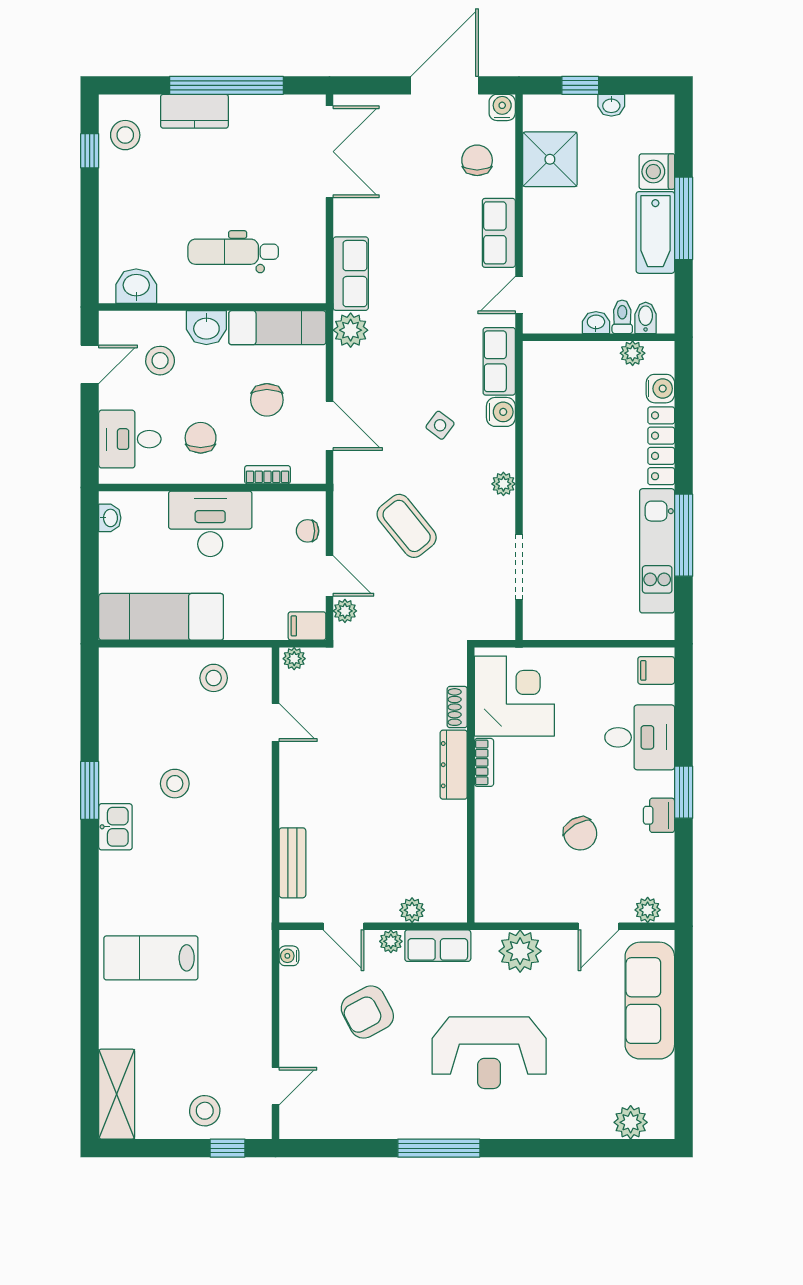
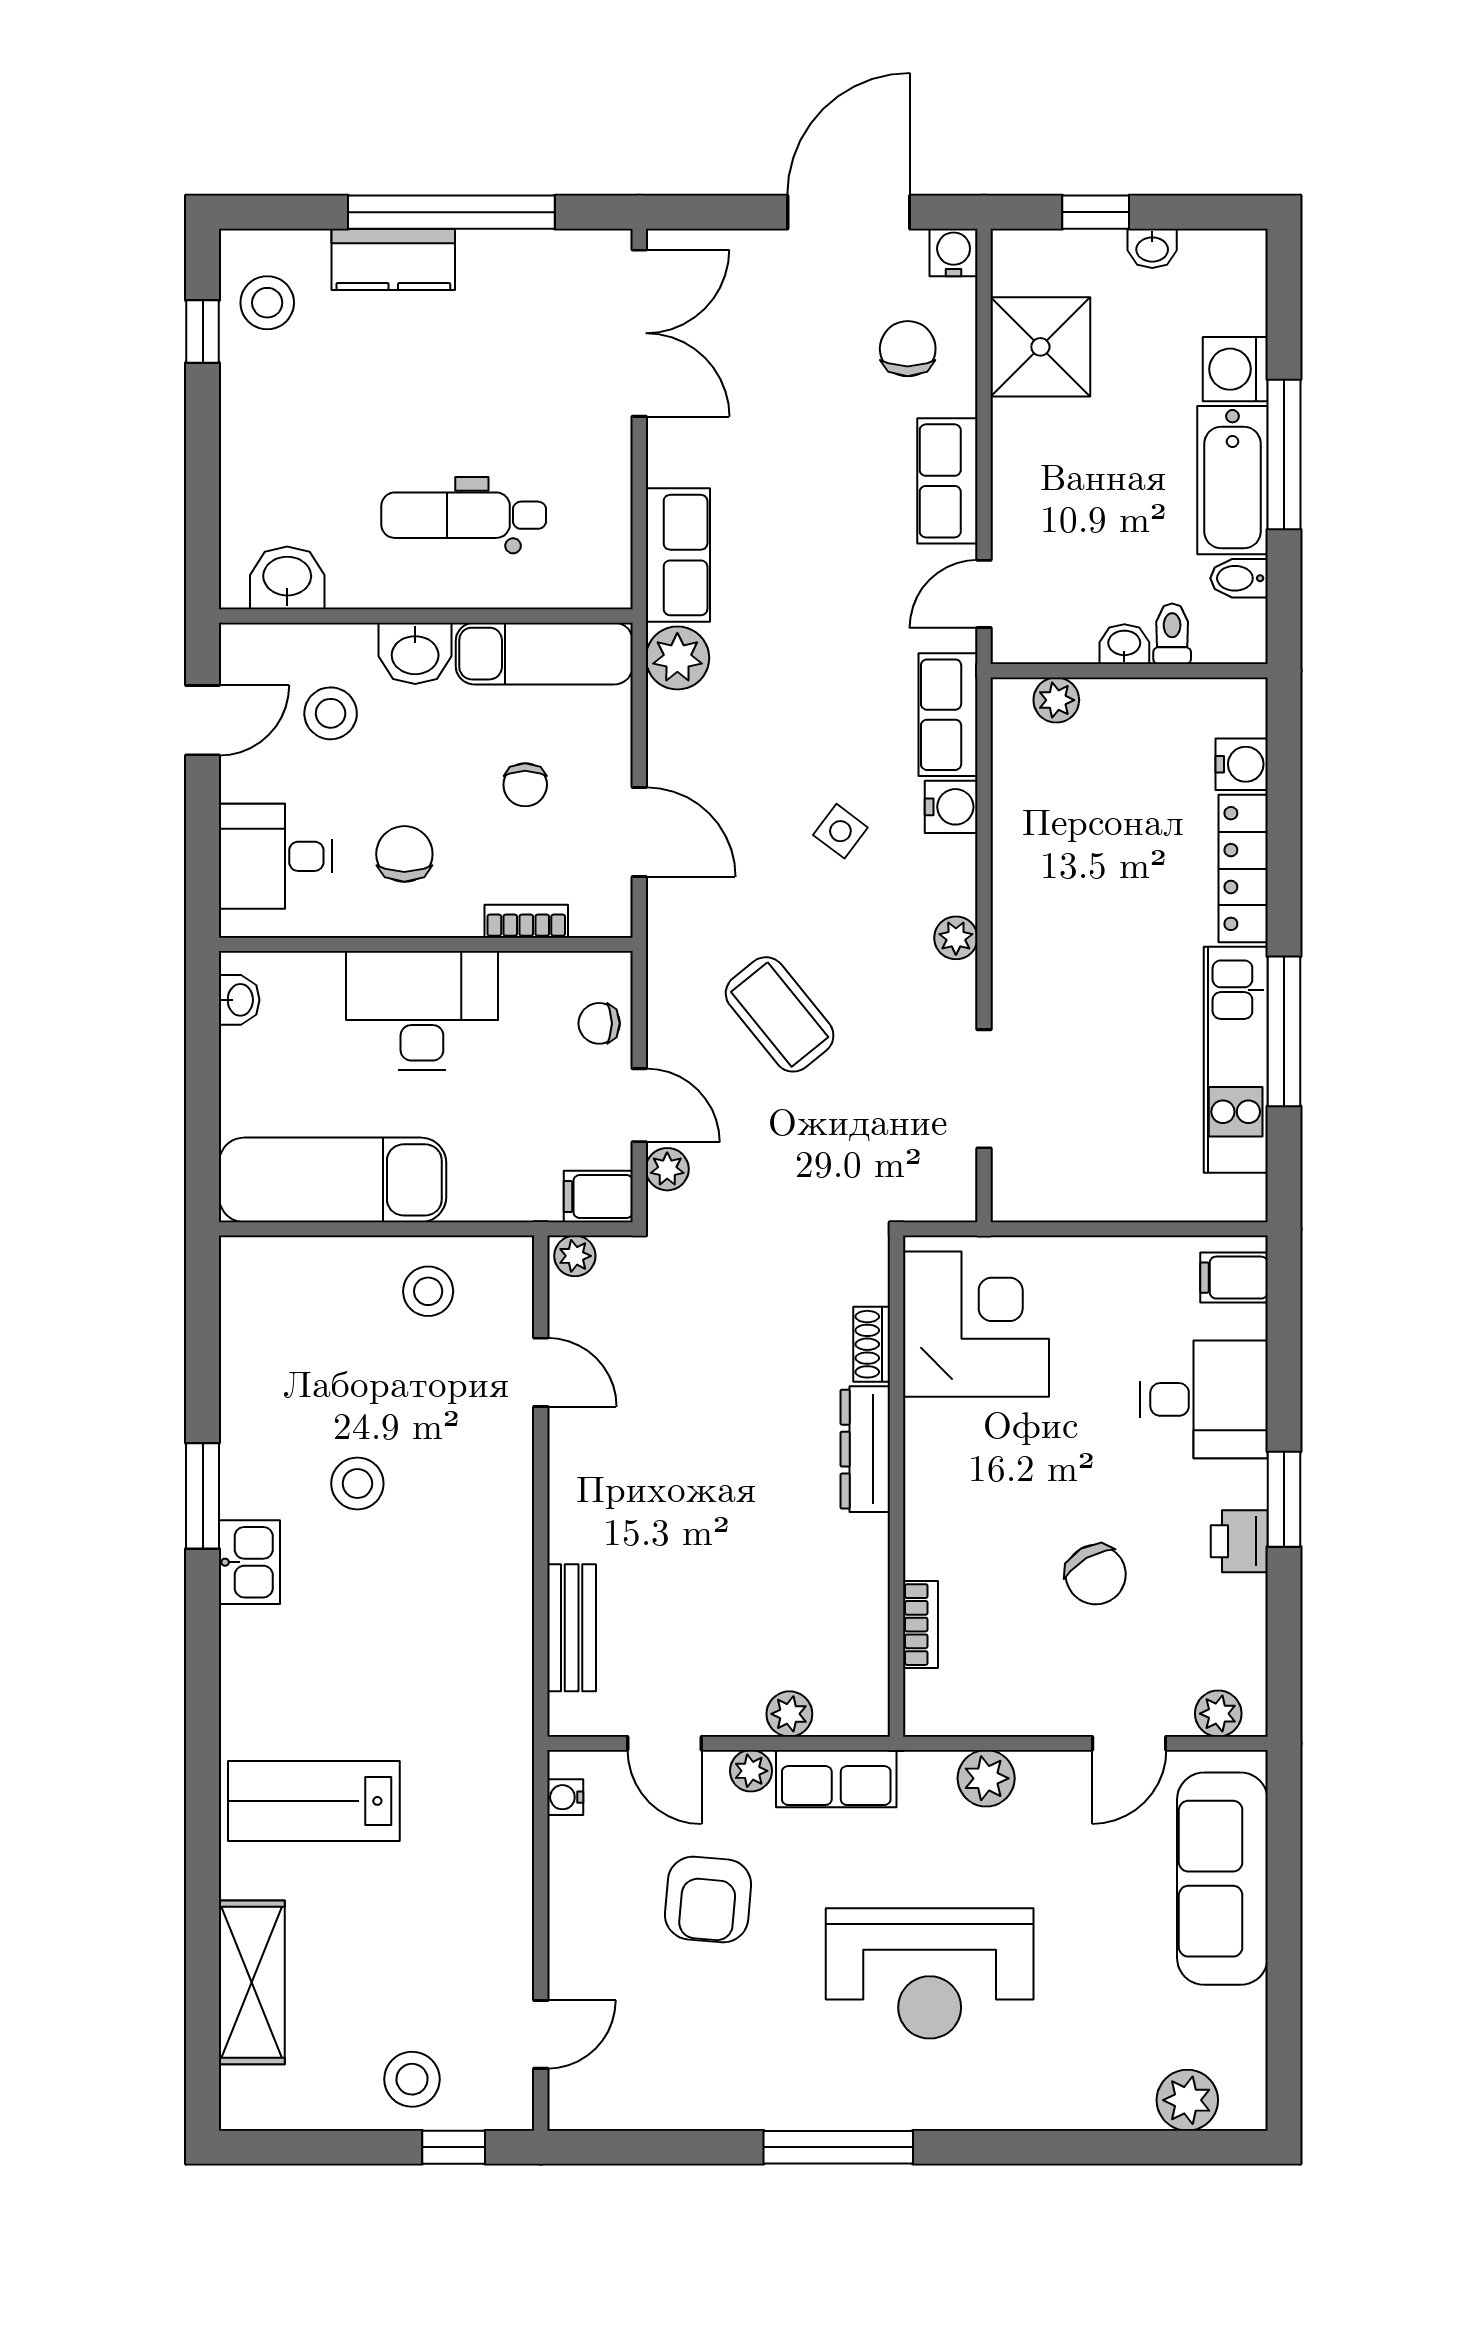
bidet: (646, 318) -> (1239, 578), moved, turned -90
plant: (633, 353) -> (1056, 700), moved
chair: (267, 400) -> (525, 785), width x0.73, depth x0.73
bookcase: (484, 762) -> (920, 1625), moved
plant: (520, 951) -> (986, 1778), width x0.73, depth x0.73
armchair: (367, 1012) -> (708, 1900), turned -57
shelving: (117, 1094) -> (252, 1982), moved

